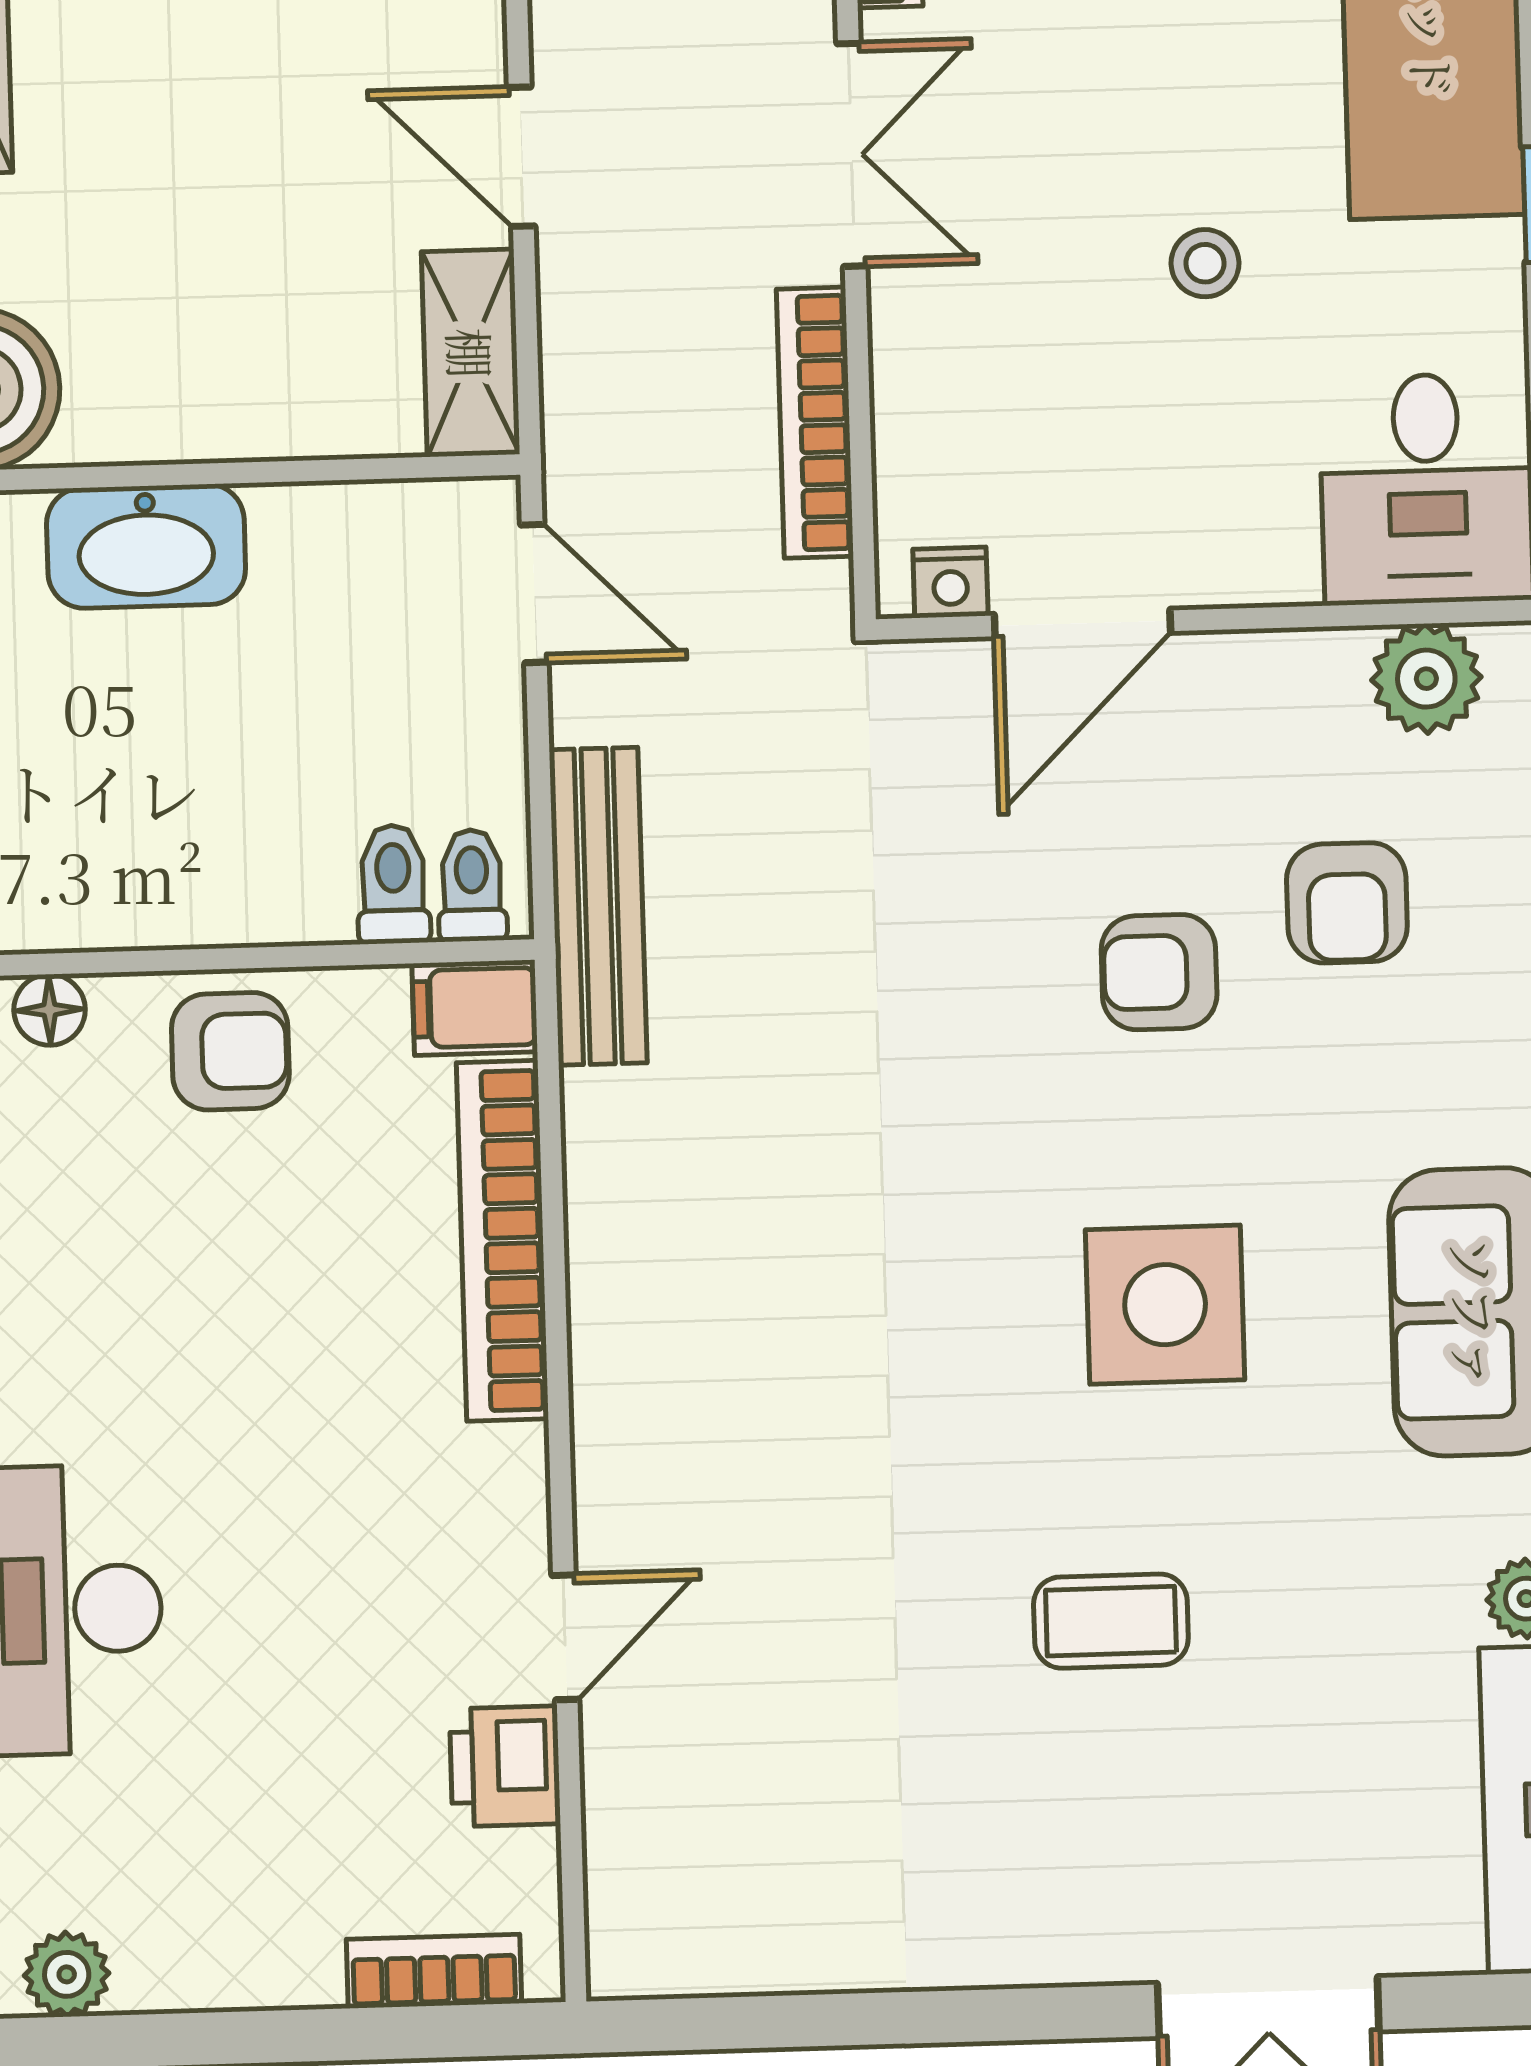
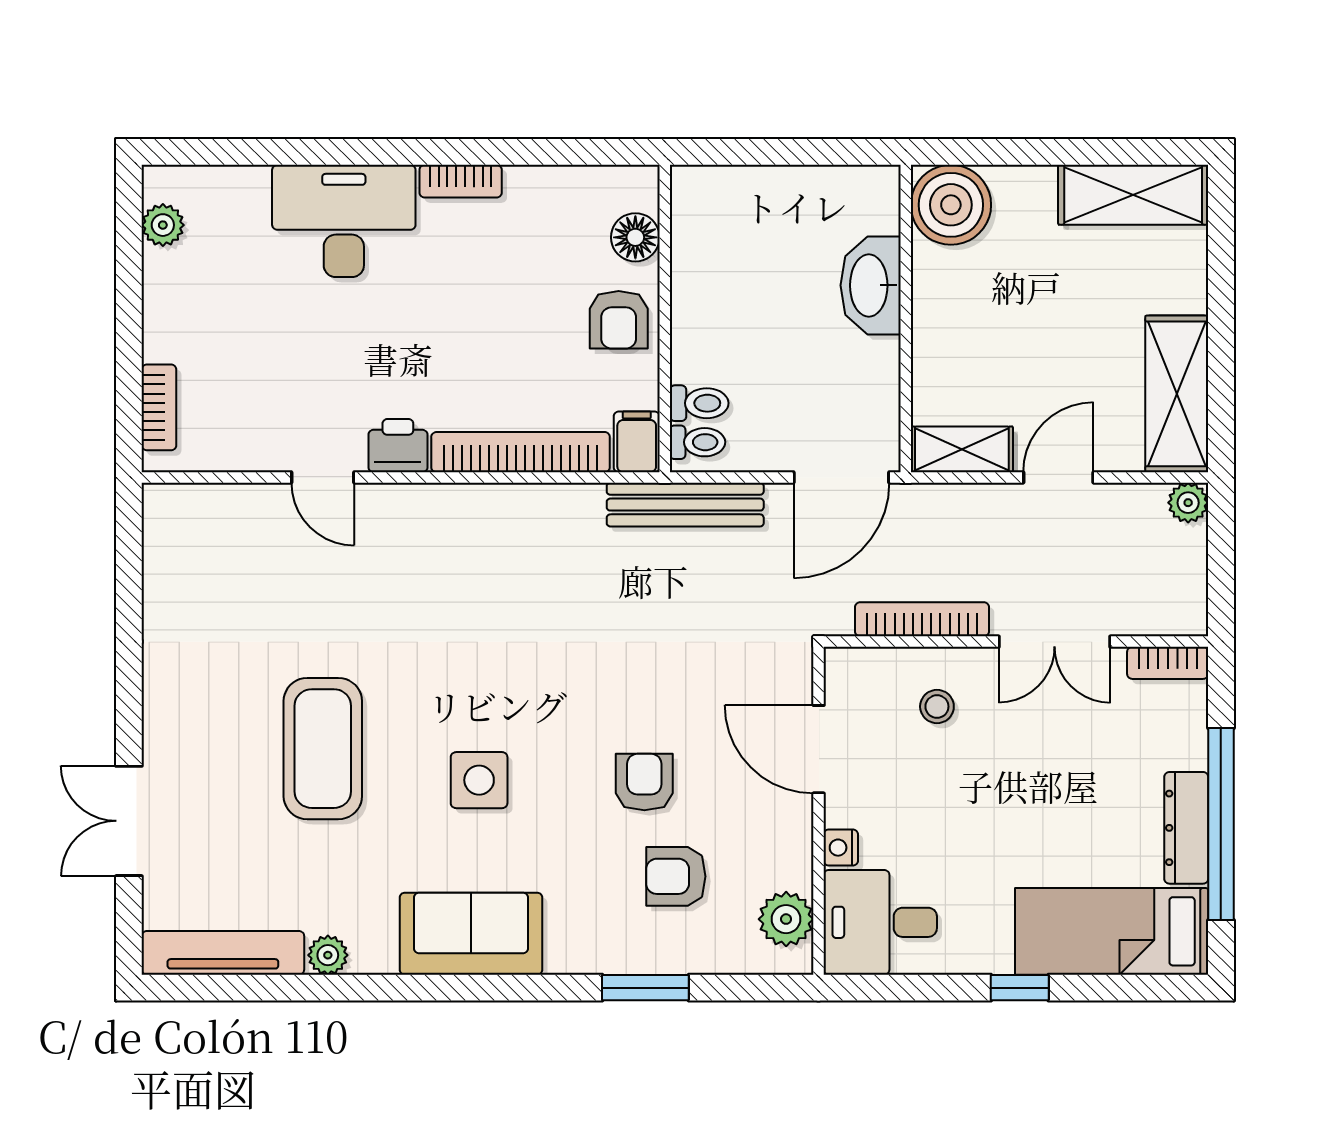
stool: (1205, 263) -> (937, 707), moved
nightstand: (950, 582) -> (841, 848), moved
door: (534, 594) -> (841, 477), width x1.38
floor lamp: (50, 1010) -> (635, 237), width x1.37, depth x1.37
side table: (1165, 1305) -> (479, 780), width x0.73, depth x0.73
coffee table: (1111, 1621) -> (323, 749), width x1.86, depth x1.72
printer: (505, 1766) -> (398, 446), moved

